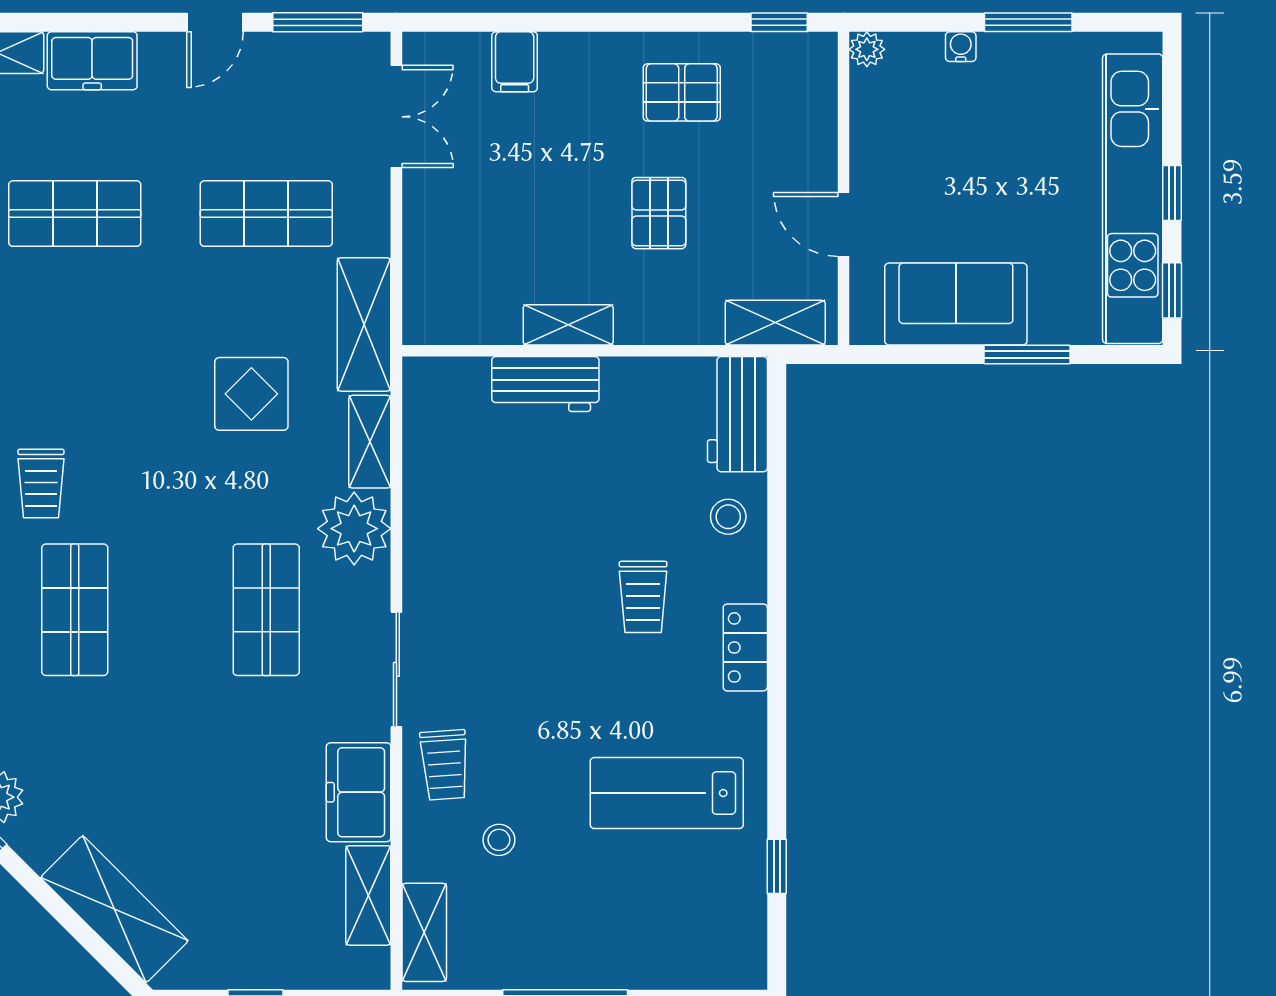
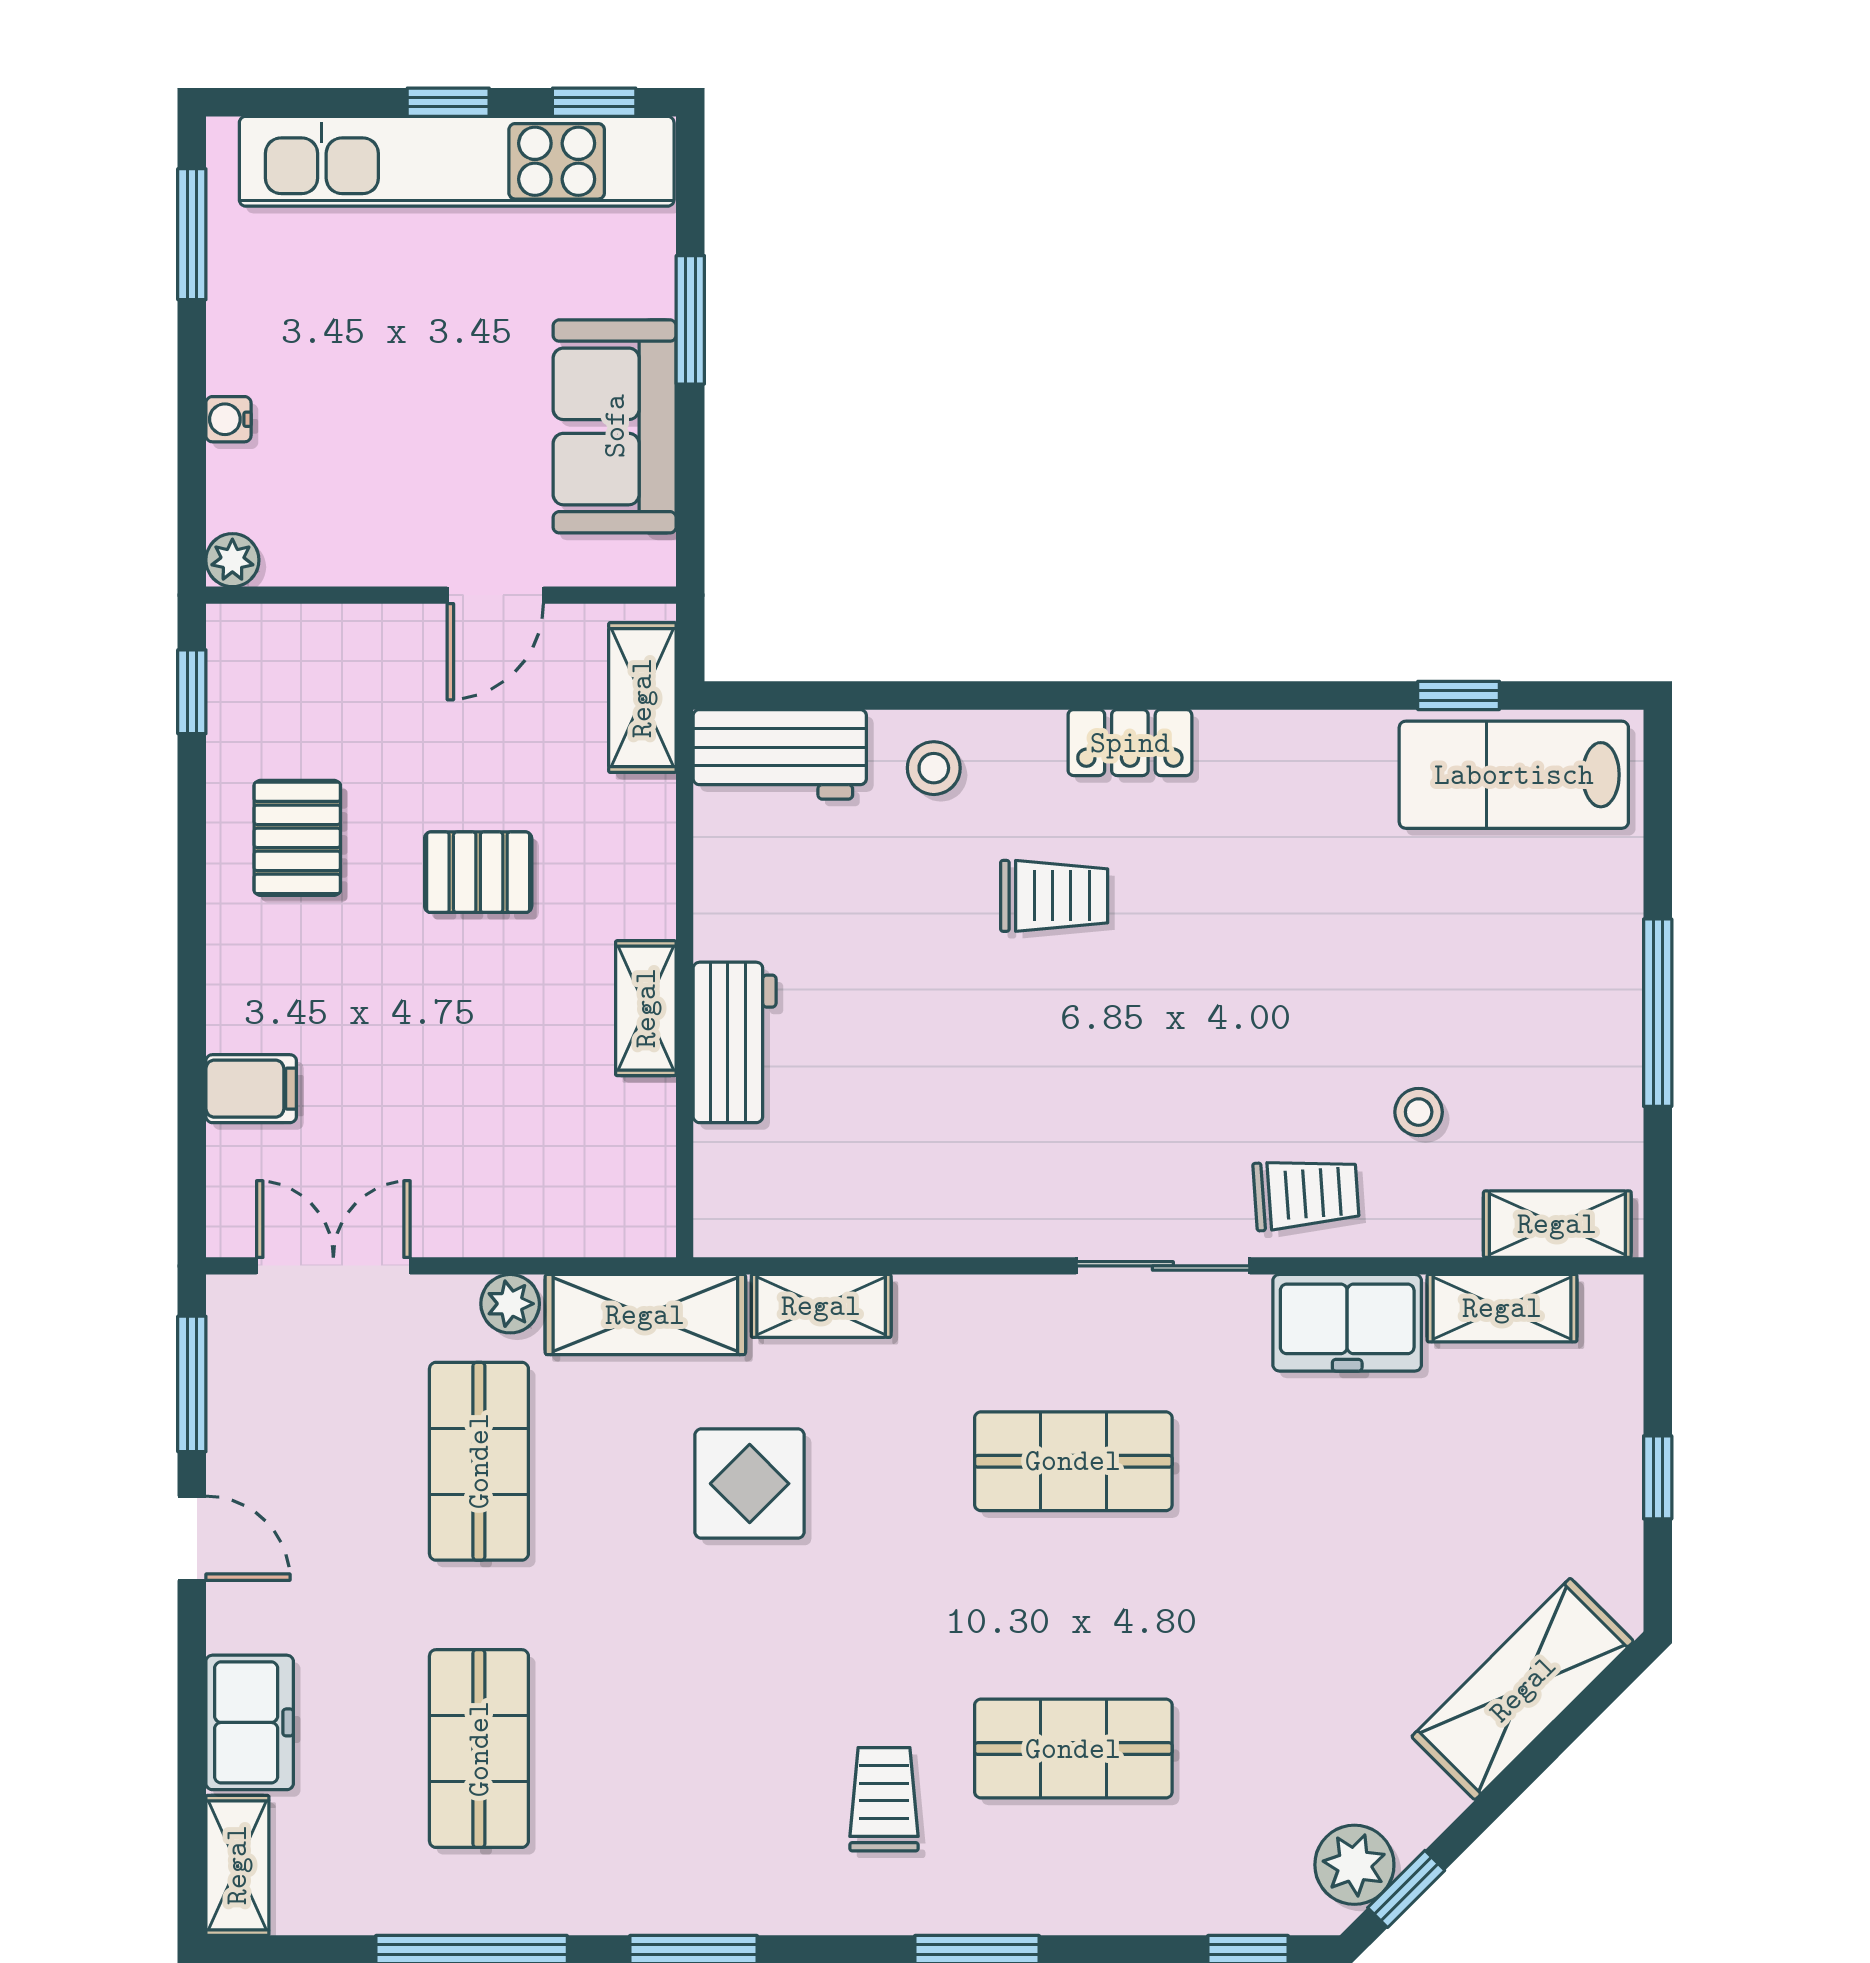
window: (1028, 22) -> (192, 234), moved
trolley: (41, 484) -> (884, 1799), turned -90
plant: (354, 529) -> (510, 1304), moved, width x0.53, depth x0.53
lab bench: (667, 793) -> (1514, 775), moved, turned 90

